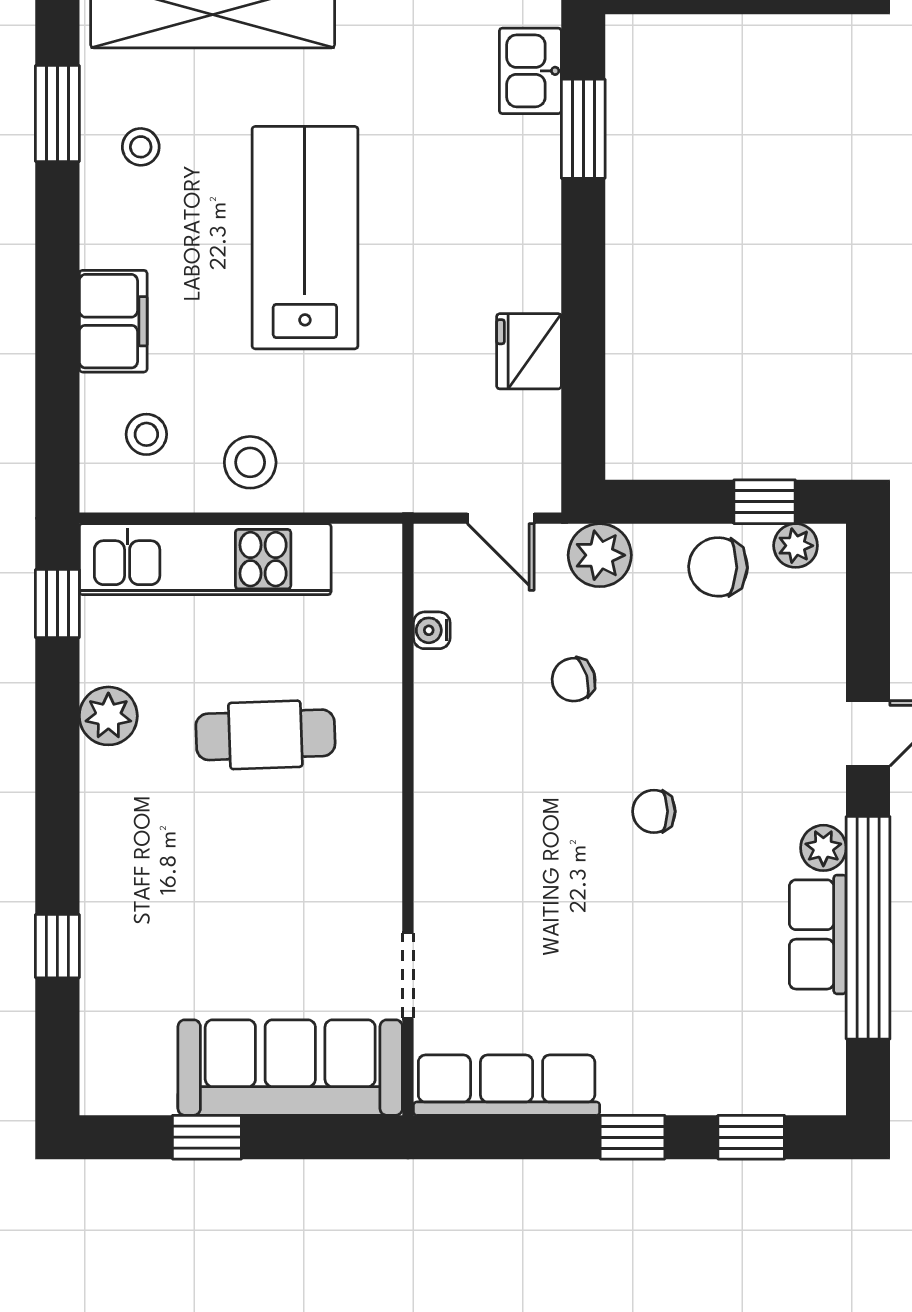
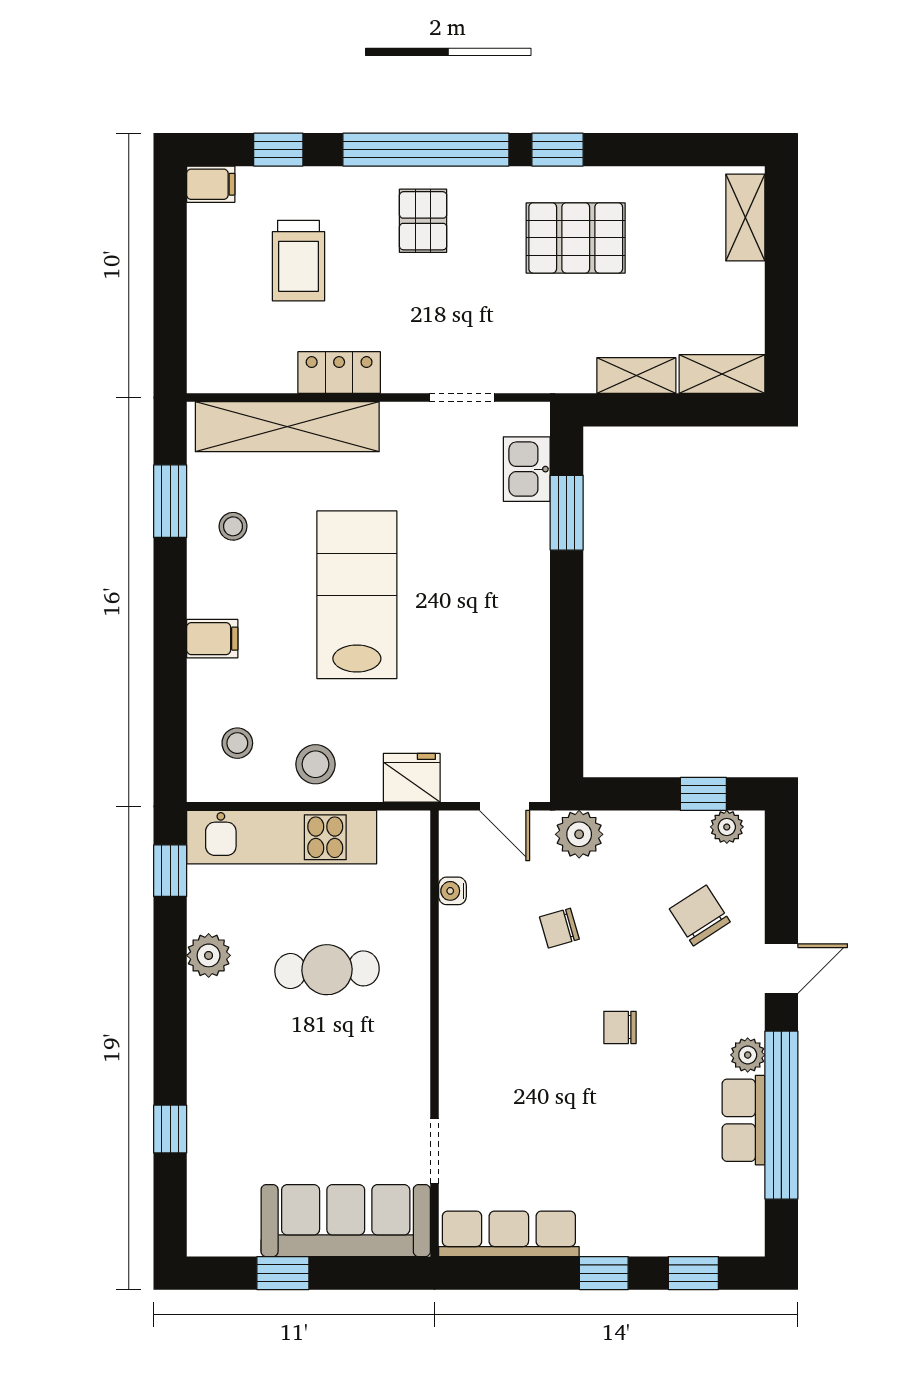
filing cabinet: (113, 321) -> (212, 639), width x0.50
fridge: (529, 351) -> (412, 778), moved, turned 90
chair: (718, 567) -> (700, 915), moved, turned 55

